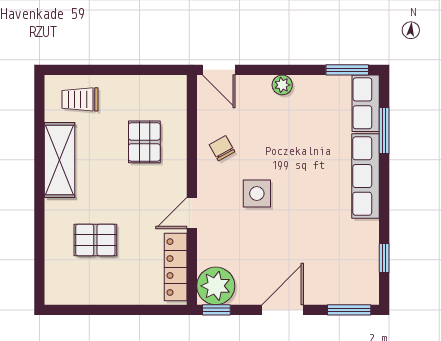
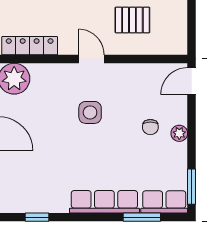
chair: (222, 148) -> (150, 127), moved, turned 119
door: (192, 213) -> (91, 59), moved

